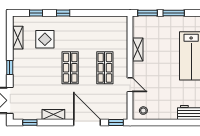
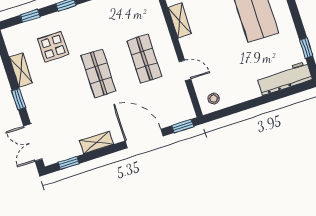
shelving: (18, 38) -> (21, 70), moved

